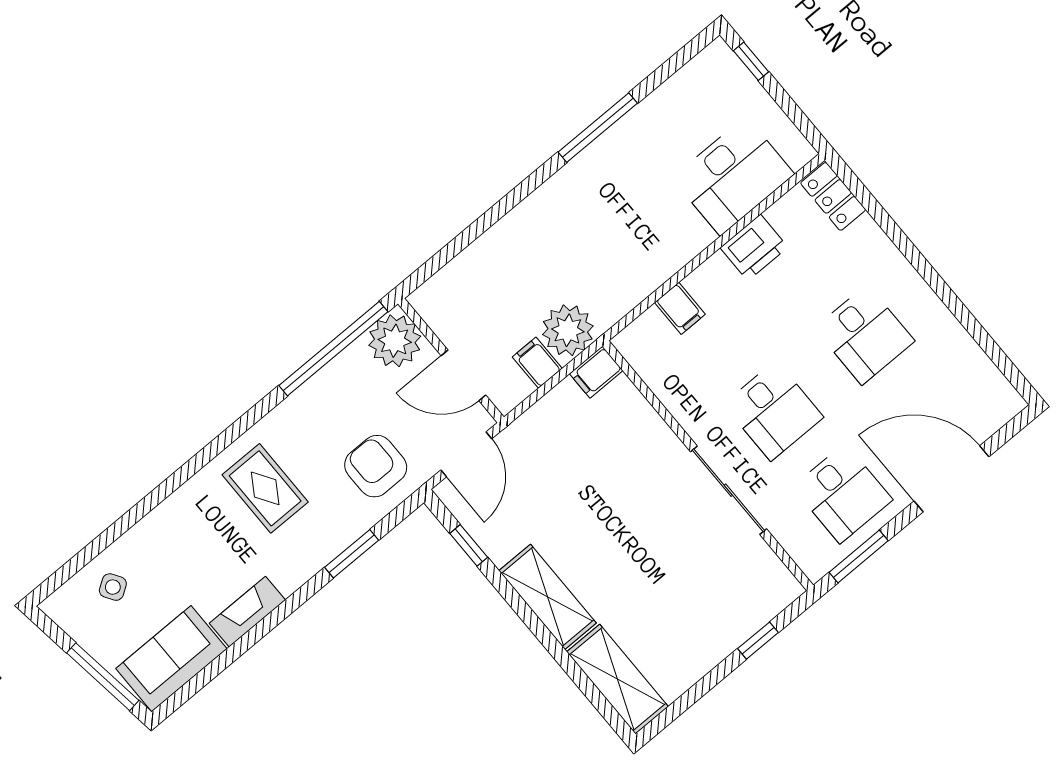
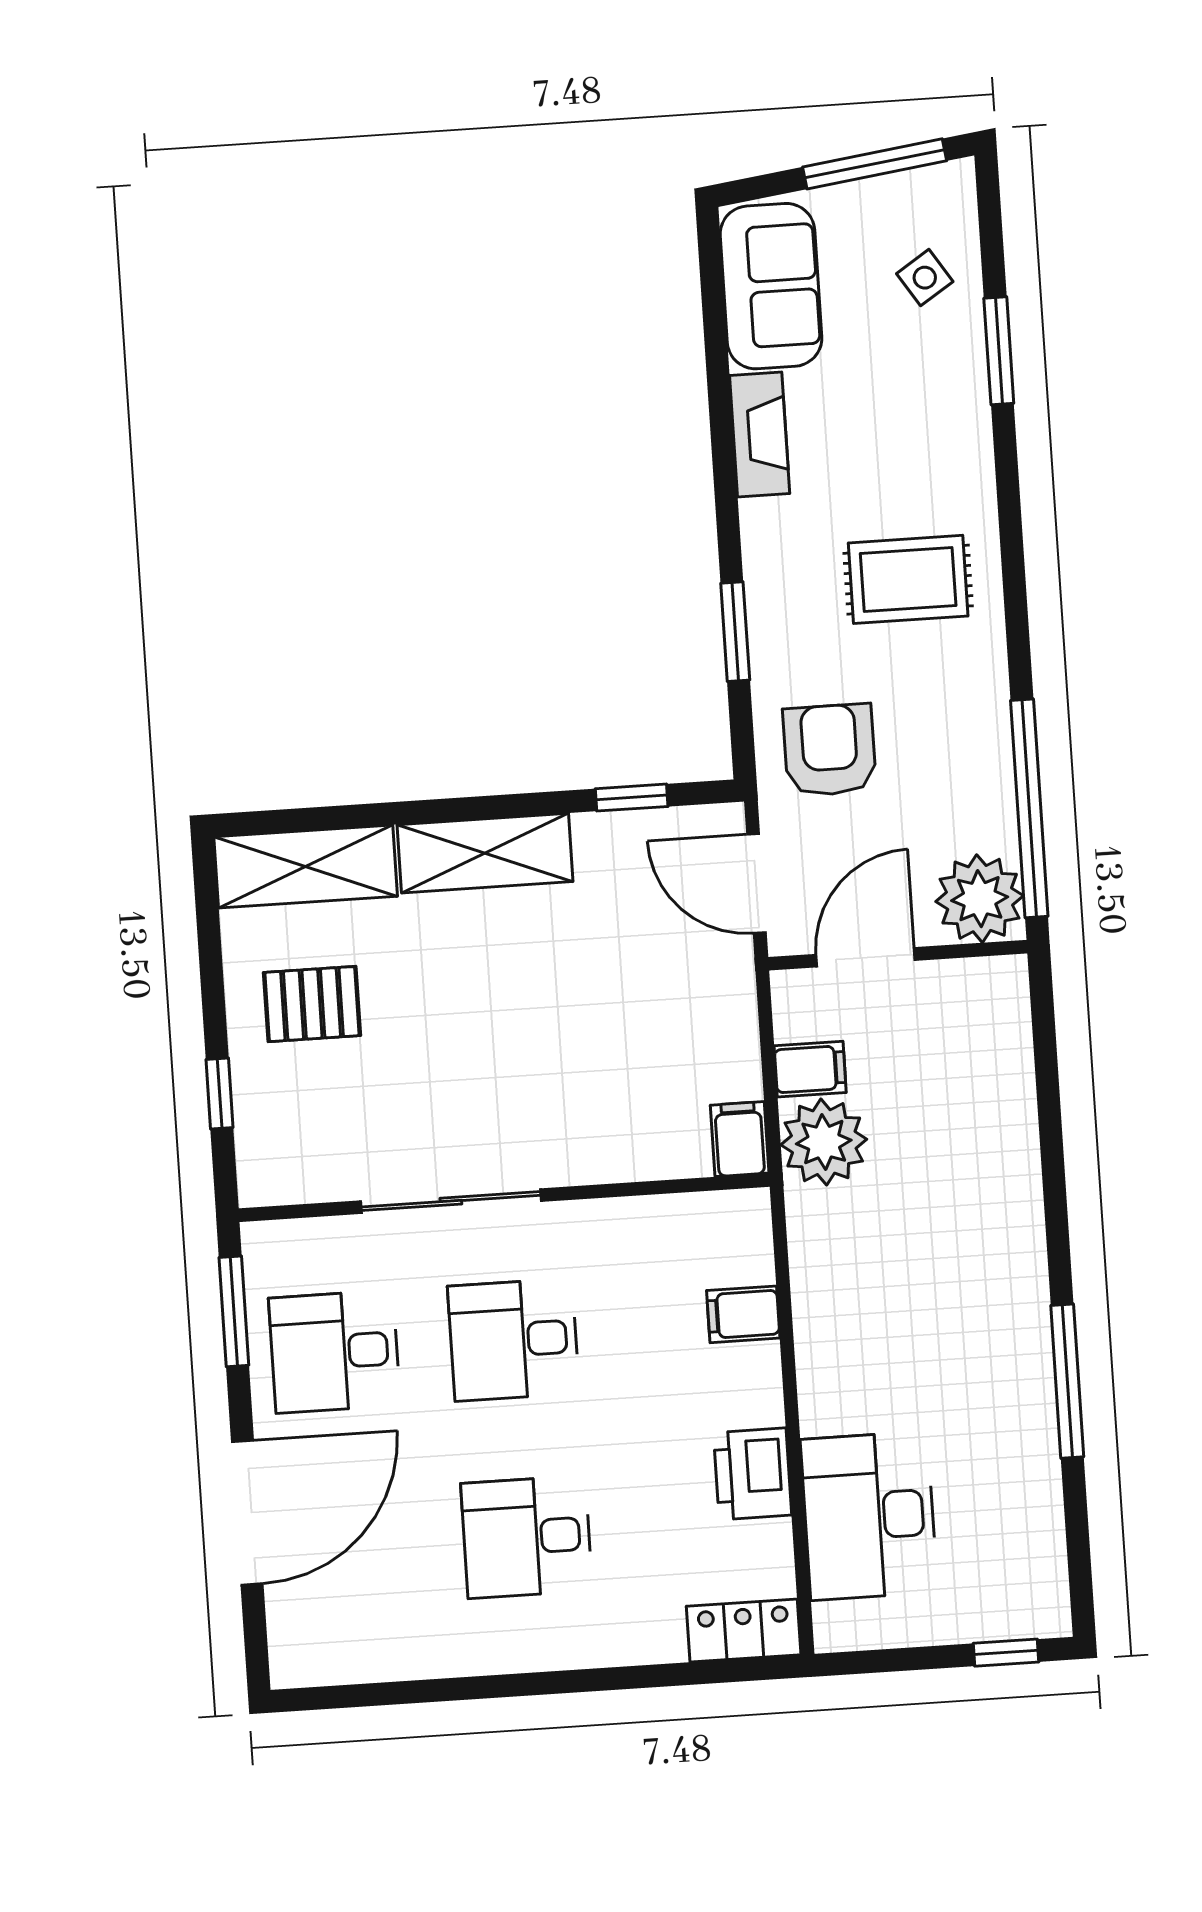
armchair: (376, 466) -> (830, 750), turned -90
window: (122, 525) -> (999, 351), added
pallet: (682, 627) -> (312, 1004), added
window: (103, 677) -> (875, 164), moved

